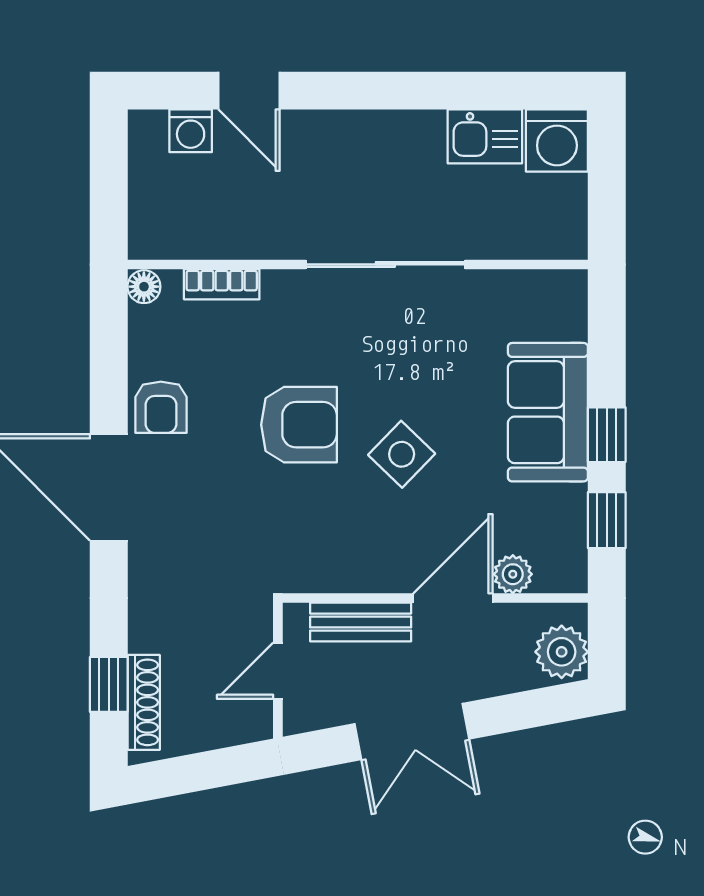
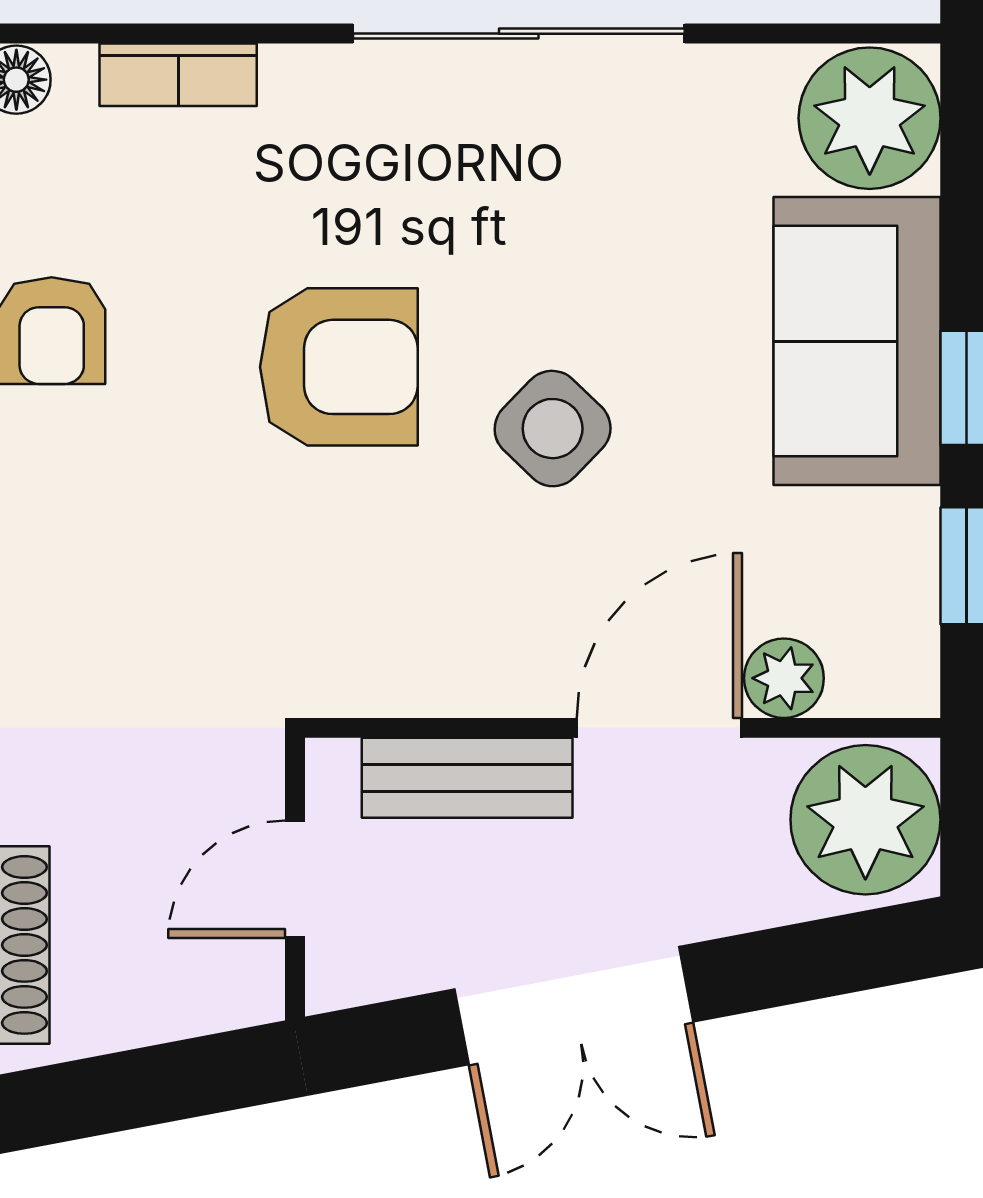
plant: (554, 305) -> (870, 118), added
plant: (562, 652) -> (865, 820), width x1.36, depth x1.36

